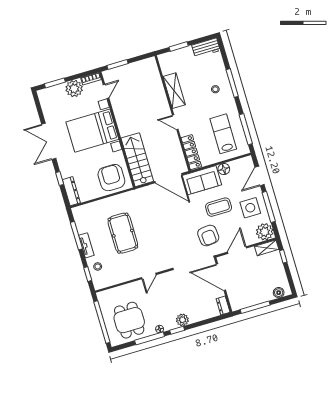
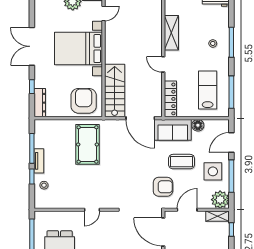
pool table: (123, 233) -> (87, 144), moved
armchair: (208, 235) -> (163, 187), turned -85
window: (88, 274) -> (32, 176), moved

